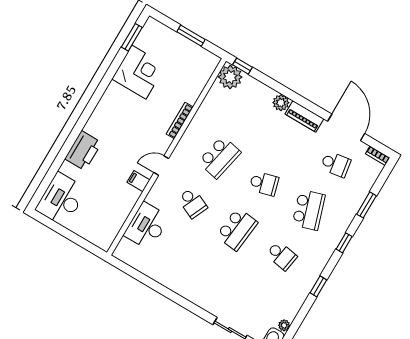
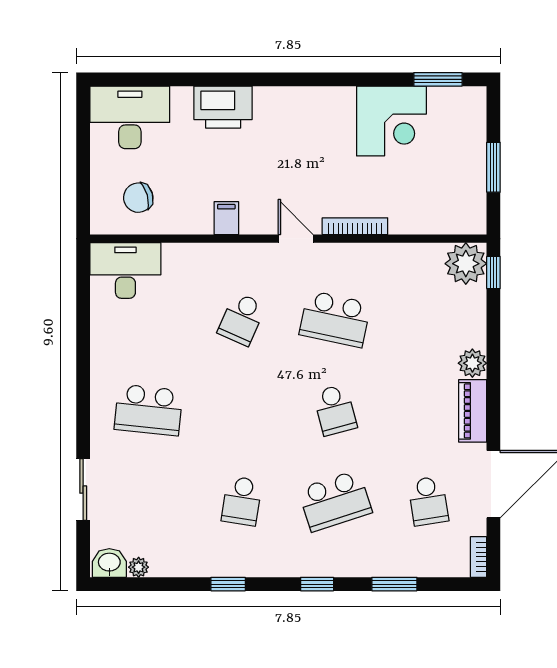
door: (161, 166) -> (296, 239), moved
chair: (103, 218) -> (138, 198), added
desk: (147, 226) -> (125, 270), moved
school desk: (237, 229) -> (148, 410), moved

